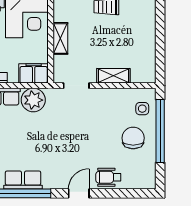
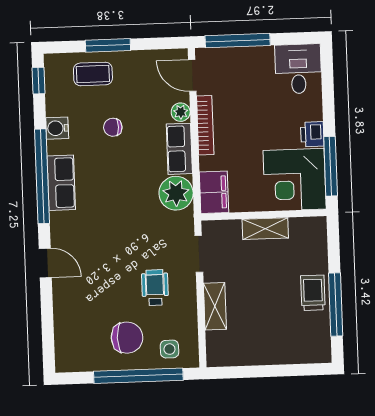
wheelchair: (108, 177) -> (155, 288), moved

